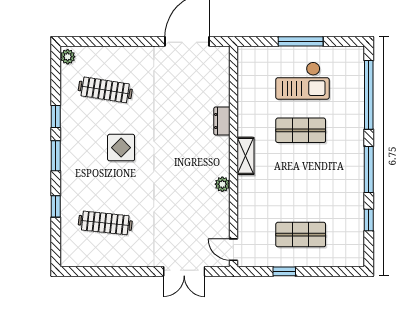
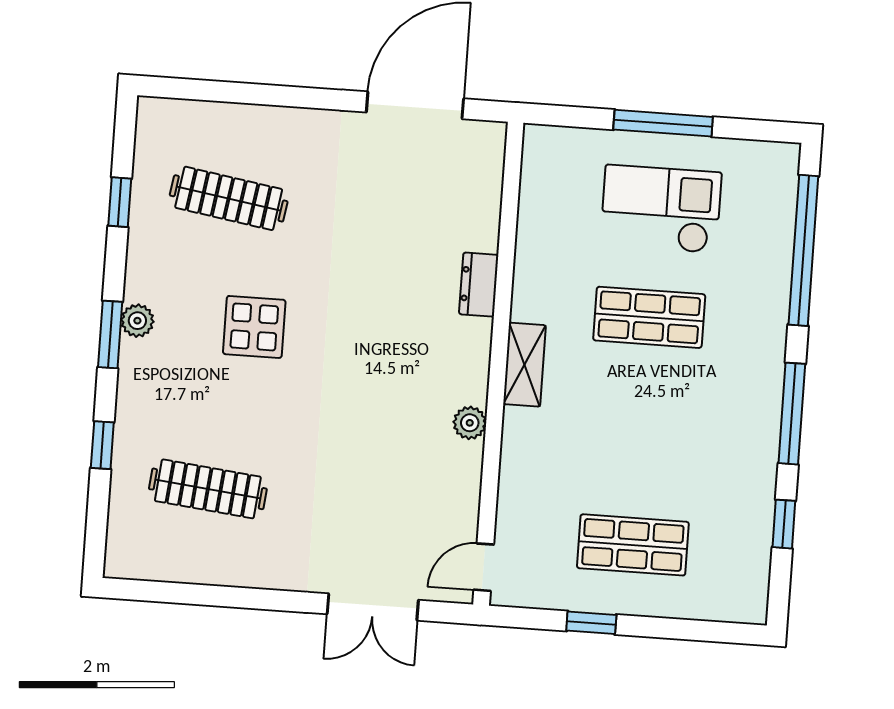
plant: (68, 57) -> (137, 321), moved
checkout: (303, 81) -> (661, 209), turned 180
window: (56, 117) -> (120, 202), moved
door: (233, 250) -> (484, 567), hinge flipped

